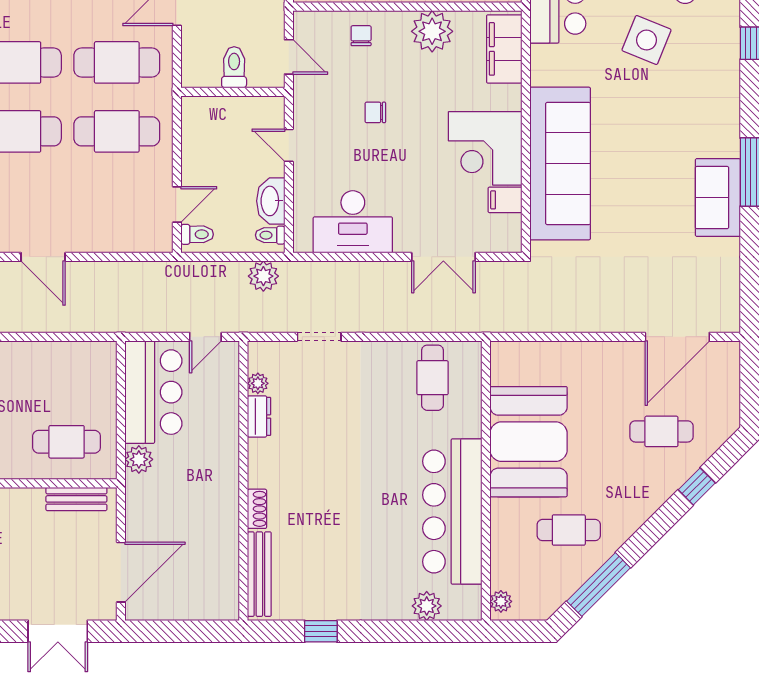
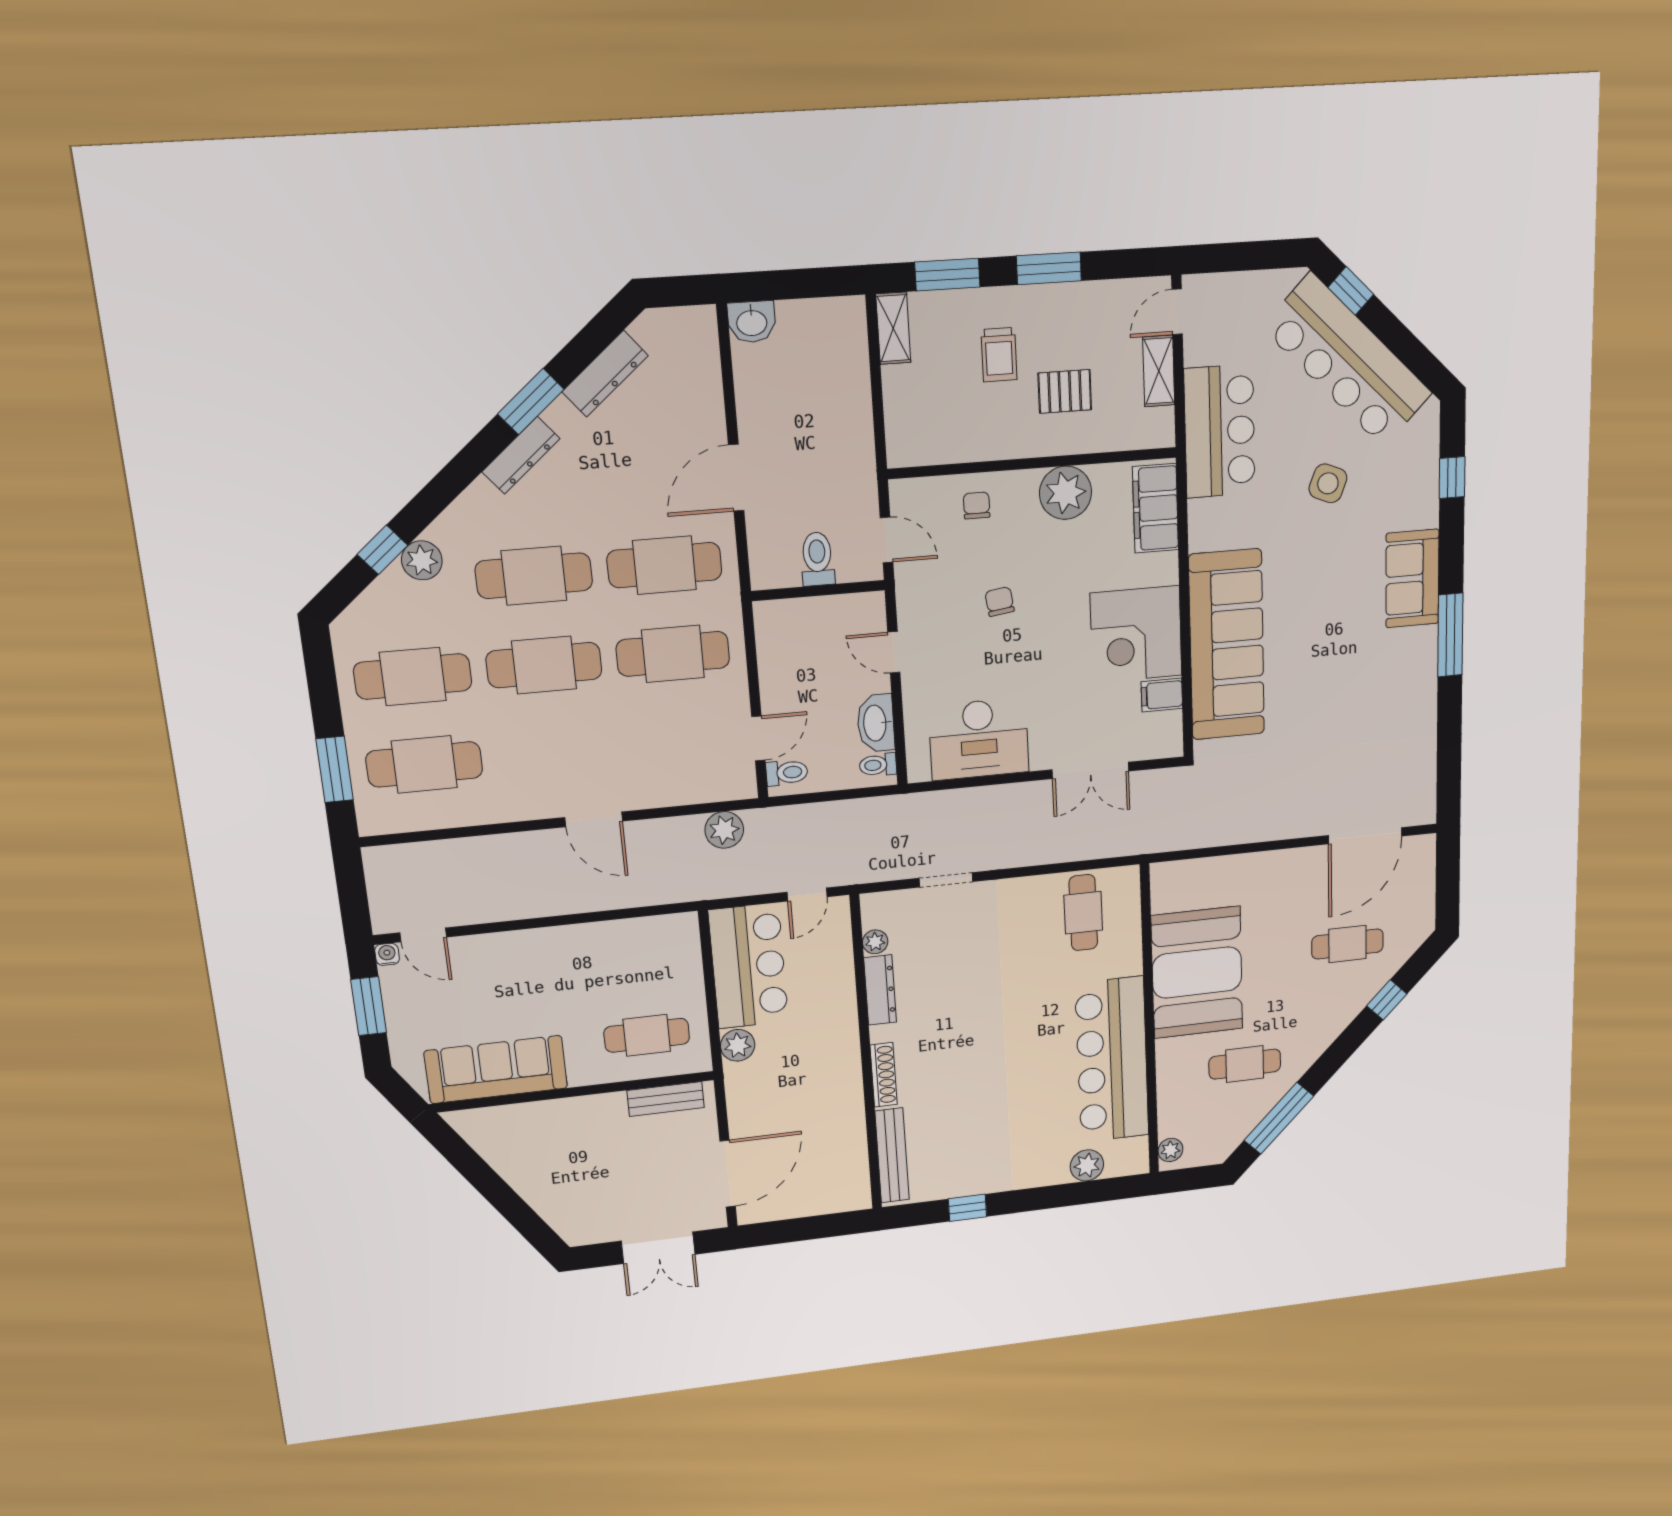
side table: (647, 40) -> (1328, 483), width x0.73, depth x0.73
chair: (375, 112) -> (1000, 602), turned 82
sofa: (718, 198) -> (1412, 579), moved
plant: (263, 276) -> (724, 830), moved
dresser: (259, 416) -> (880, 990), width x1.44
shoe rack: (257, 509) -> (884, 1075), width x1.43

